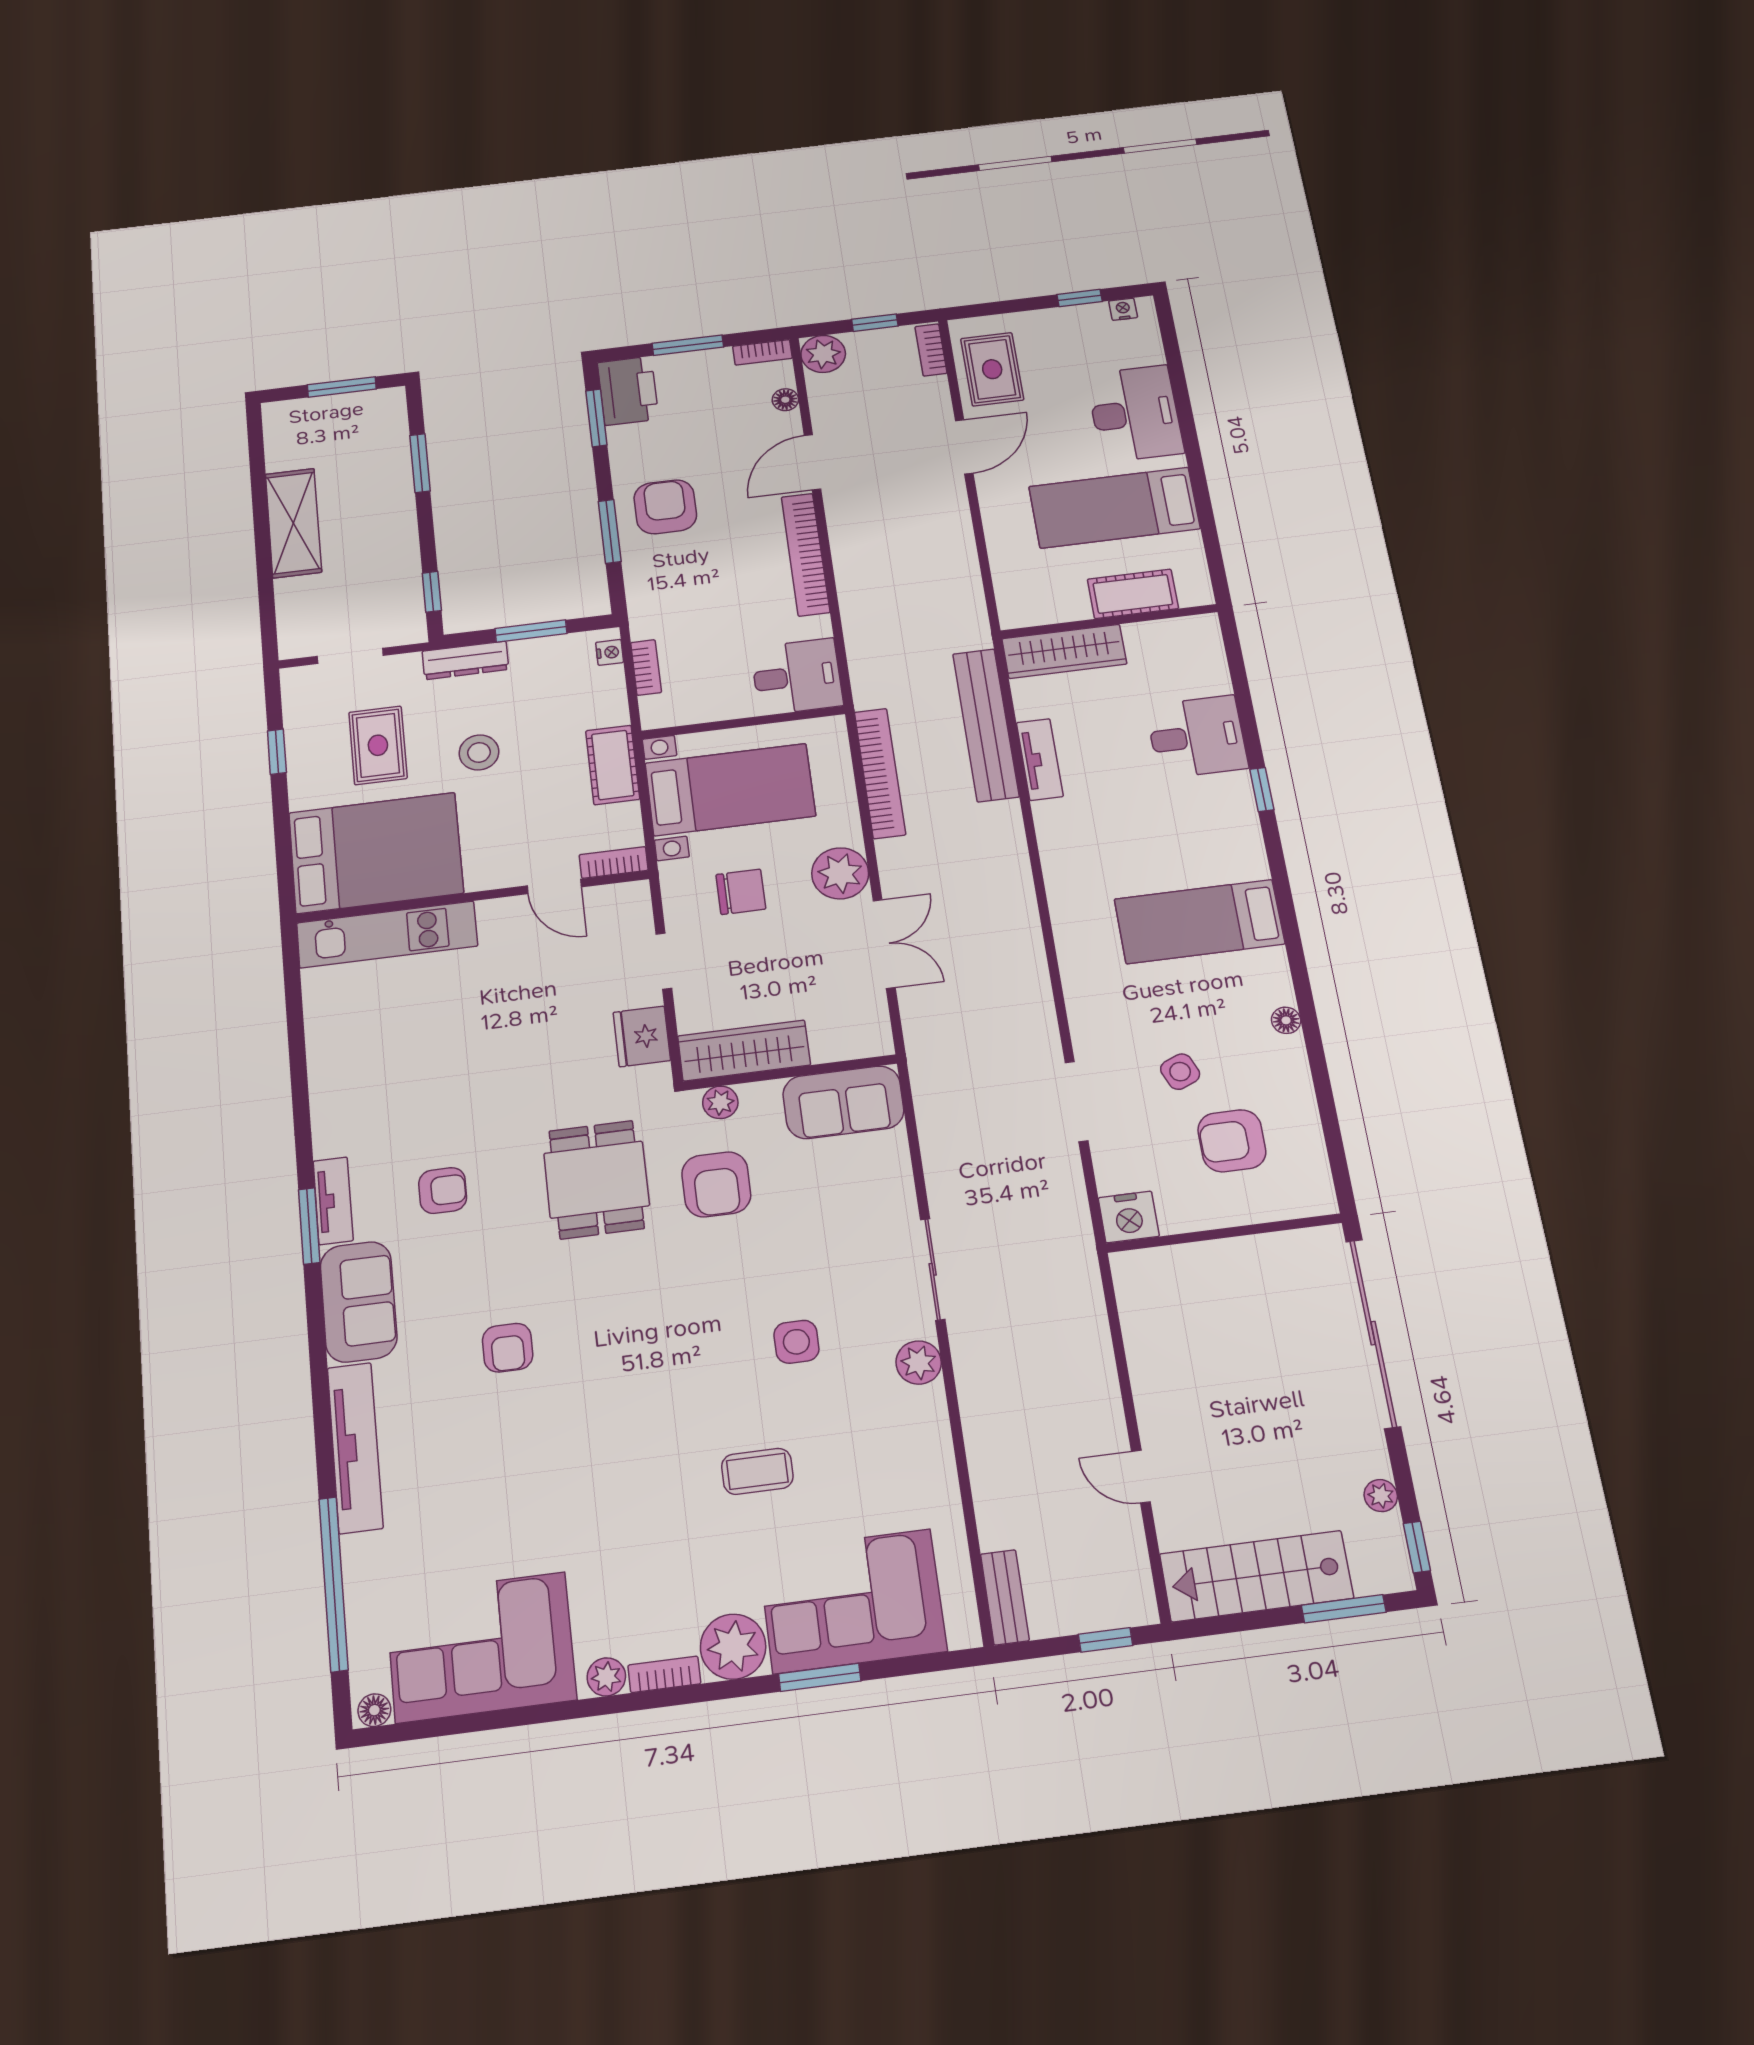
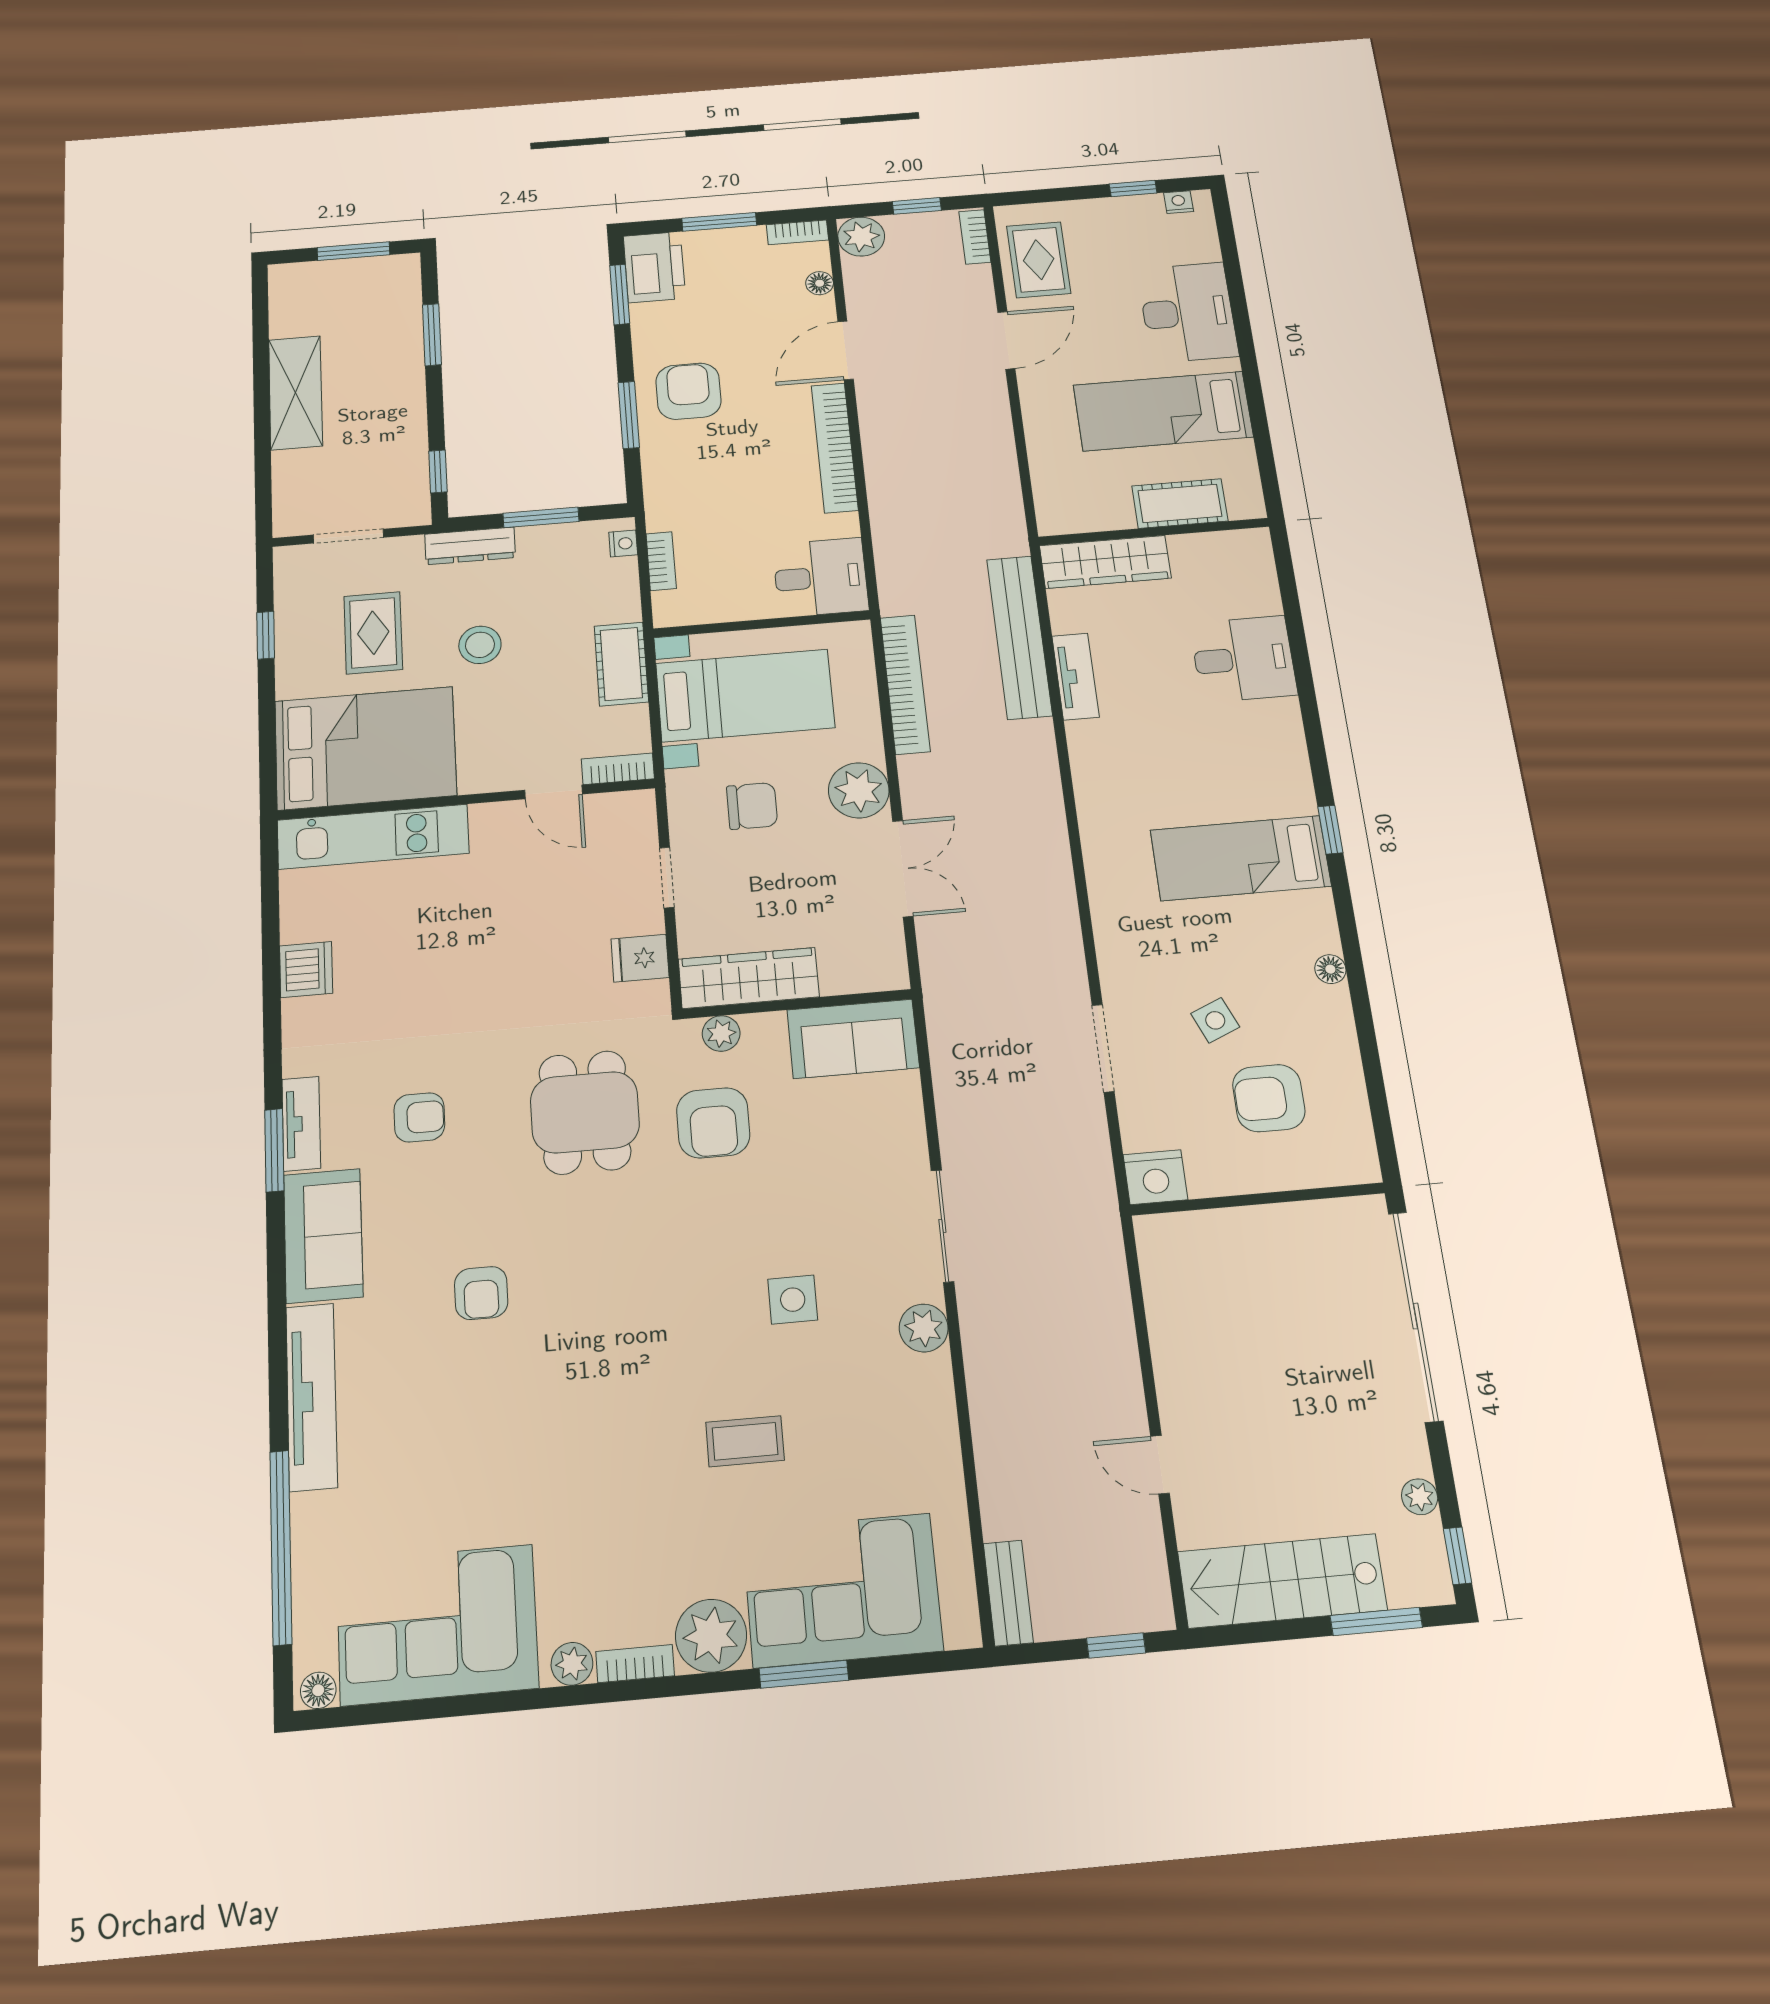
window: (1262, 789) -> (1330, 830), moved
fridge: (642, 1036) -> (640, 958), width x0.72
dishwasher: (330, 1059) -> (306, 970), added

